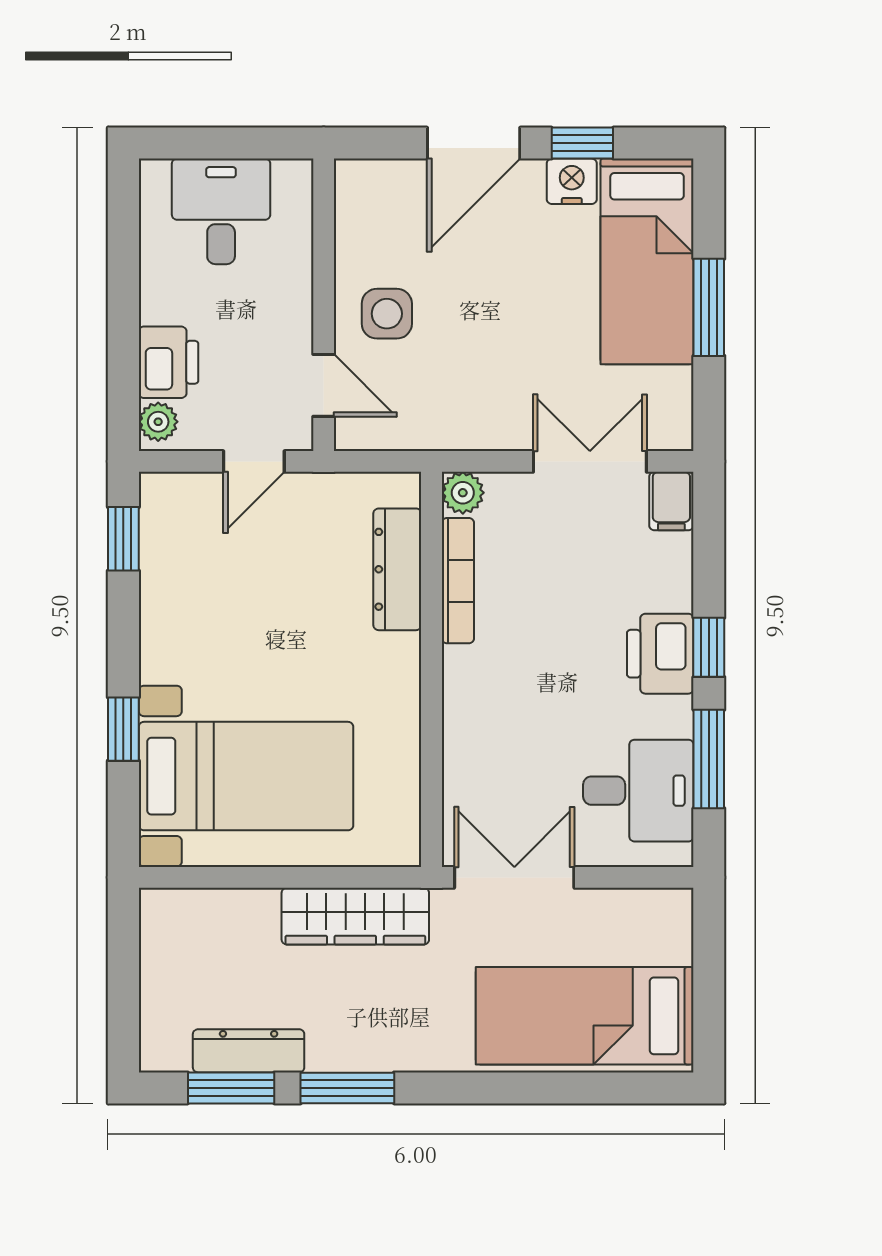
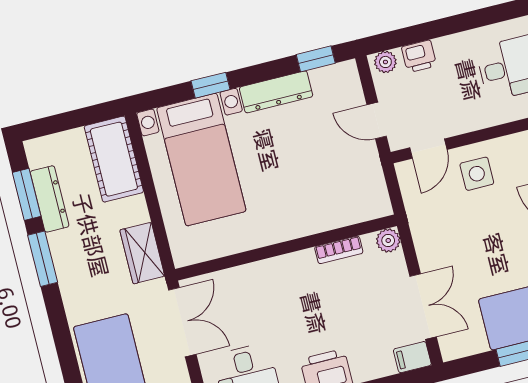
printer: (168, 362) -> (419, 56), width x0.73, depth x0.81
dresser: (397, 569) -> (276, 92), moved, turned 180
bookcase: (458, 581) -> (339, 250), width x0.64
wardrobe: (355, 916) -> (142, 253), width x0.67
cot: (208, 925) -> (114, 159), added

